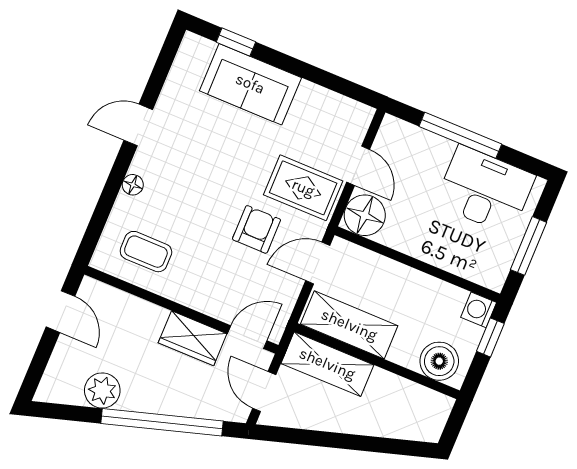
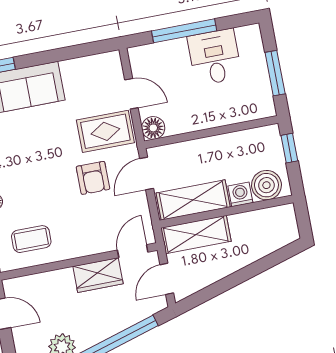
desk: (485, 190) -> (215, 57), width x0.73
floor lamp: (365, 215) -> (153, 128), width x0.73, depth x0.73
armchair: (256, 229) -> (93, 178), turned 180
washing machine: (479, 310) -> (240, 194), moved, turned 90
door: (264, 391) -> (167, 279), hinge flipped

